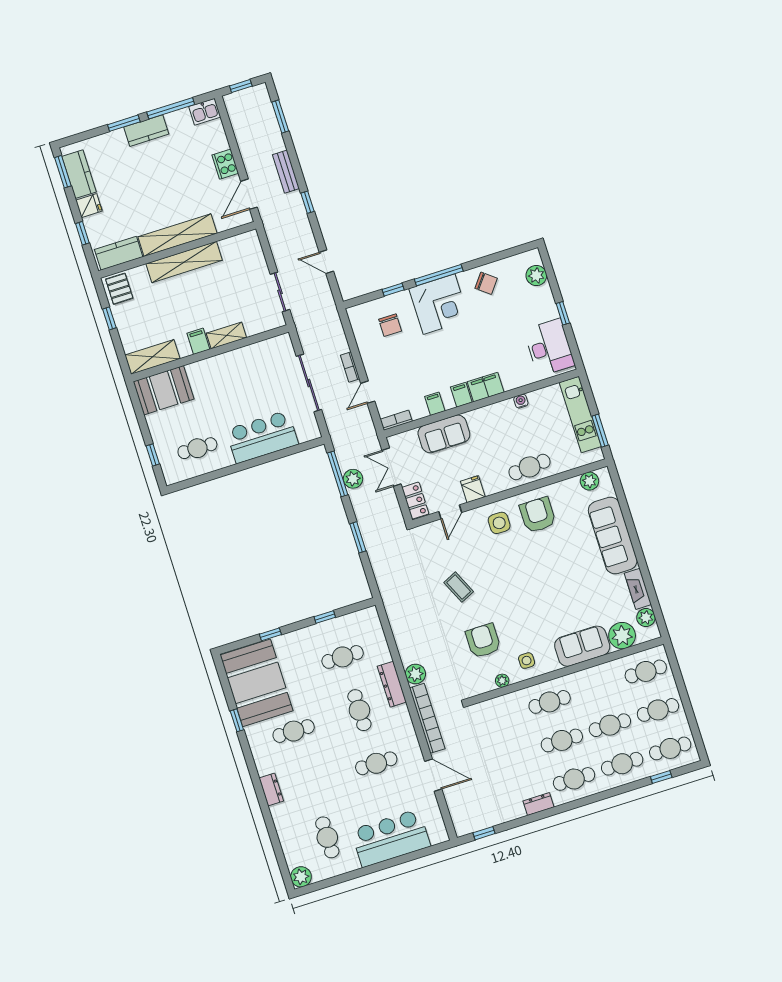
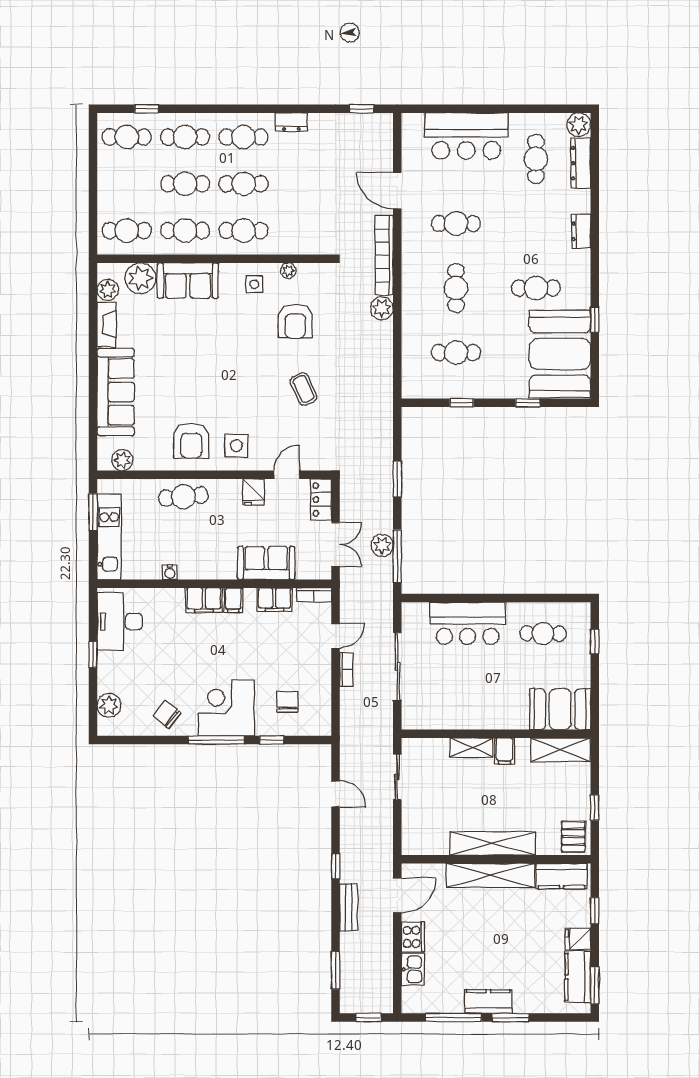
kitchen sink: (205, 112) -> (413, 969), moved, turned 90
filing cabinet: (435, 404) -> (274, 599), width x2.00
dresser: (392, 684) -> (581, 163), moved, turned 180
cafe table: (658, 710) -> (185, 231), moved

